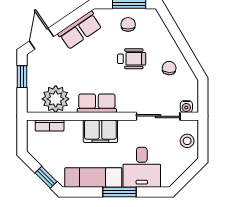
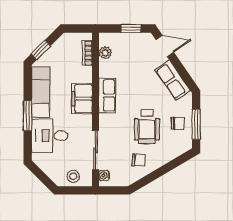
wheelchair: (132, 59) -> (147, 127), width x1.36, depth x1.37
plant: (56, 99) -> (105, 53), width x0.53, depth x0.53

